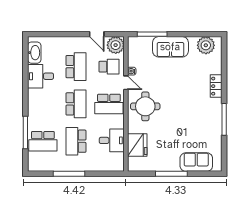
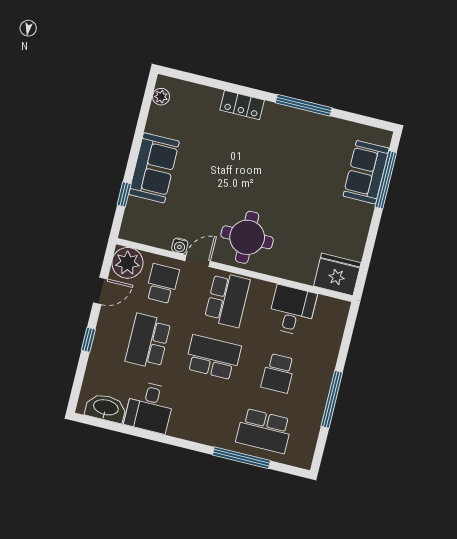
window: (69, 34) -> (88, 340), added
window: (152, 34) -> (124, 194), width x0.46
plant: (206, 45) -> (161, 97), width x0.53, depth x0.53
school desk: (76, 67) -> (148, 341), turned -90
school desk: (43, 141) -> (264, 431), turned 90
school desk: (76, 141) -> (278, 373), width x0.54
fridge: (137, 145) -> (337, 274), moved
window: (171, 174) -> (386, 180), moved

